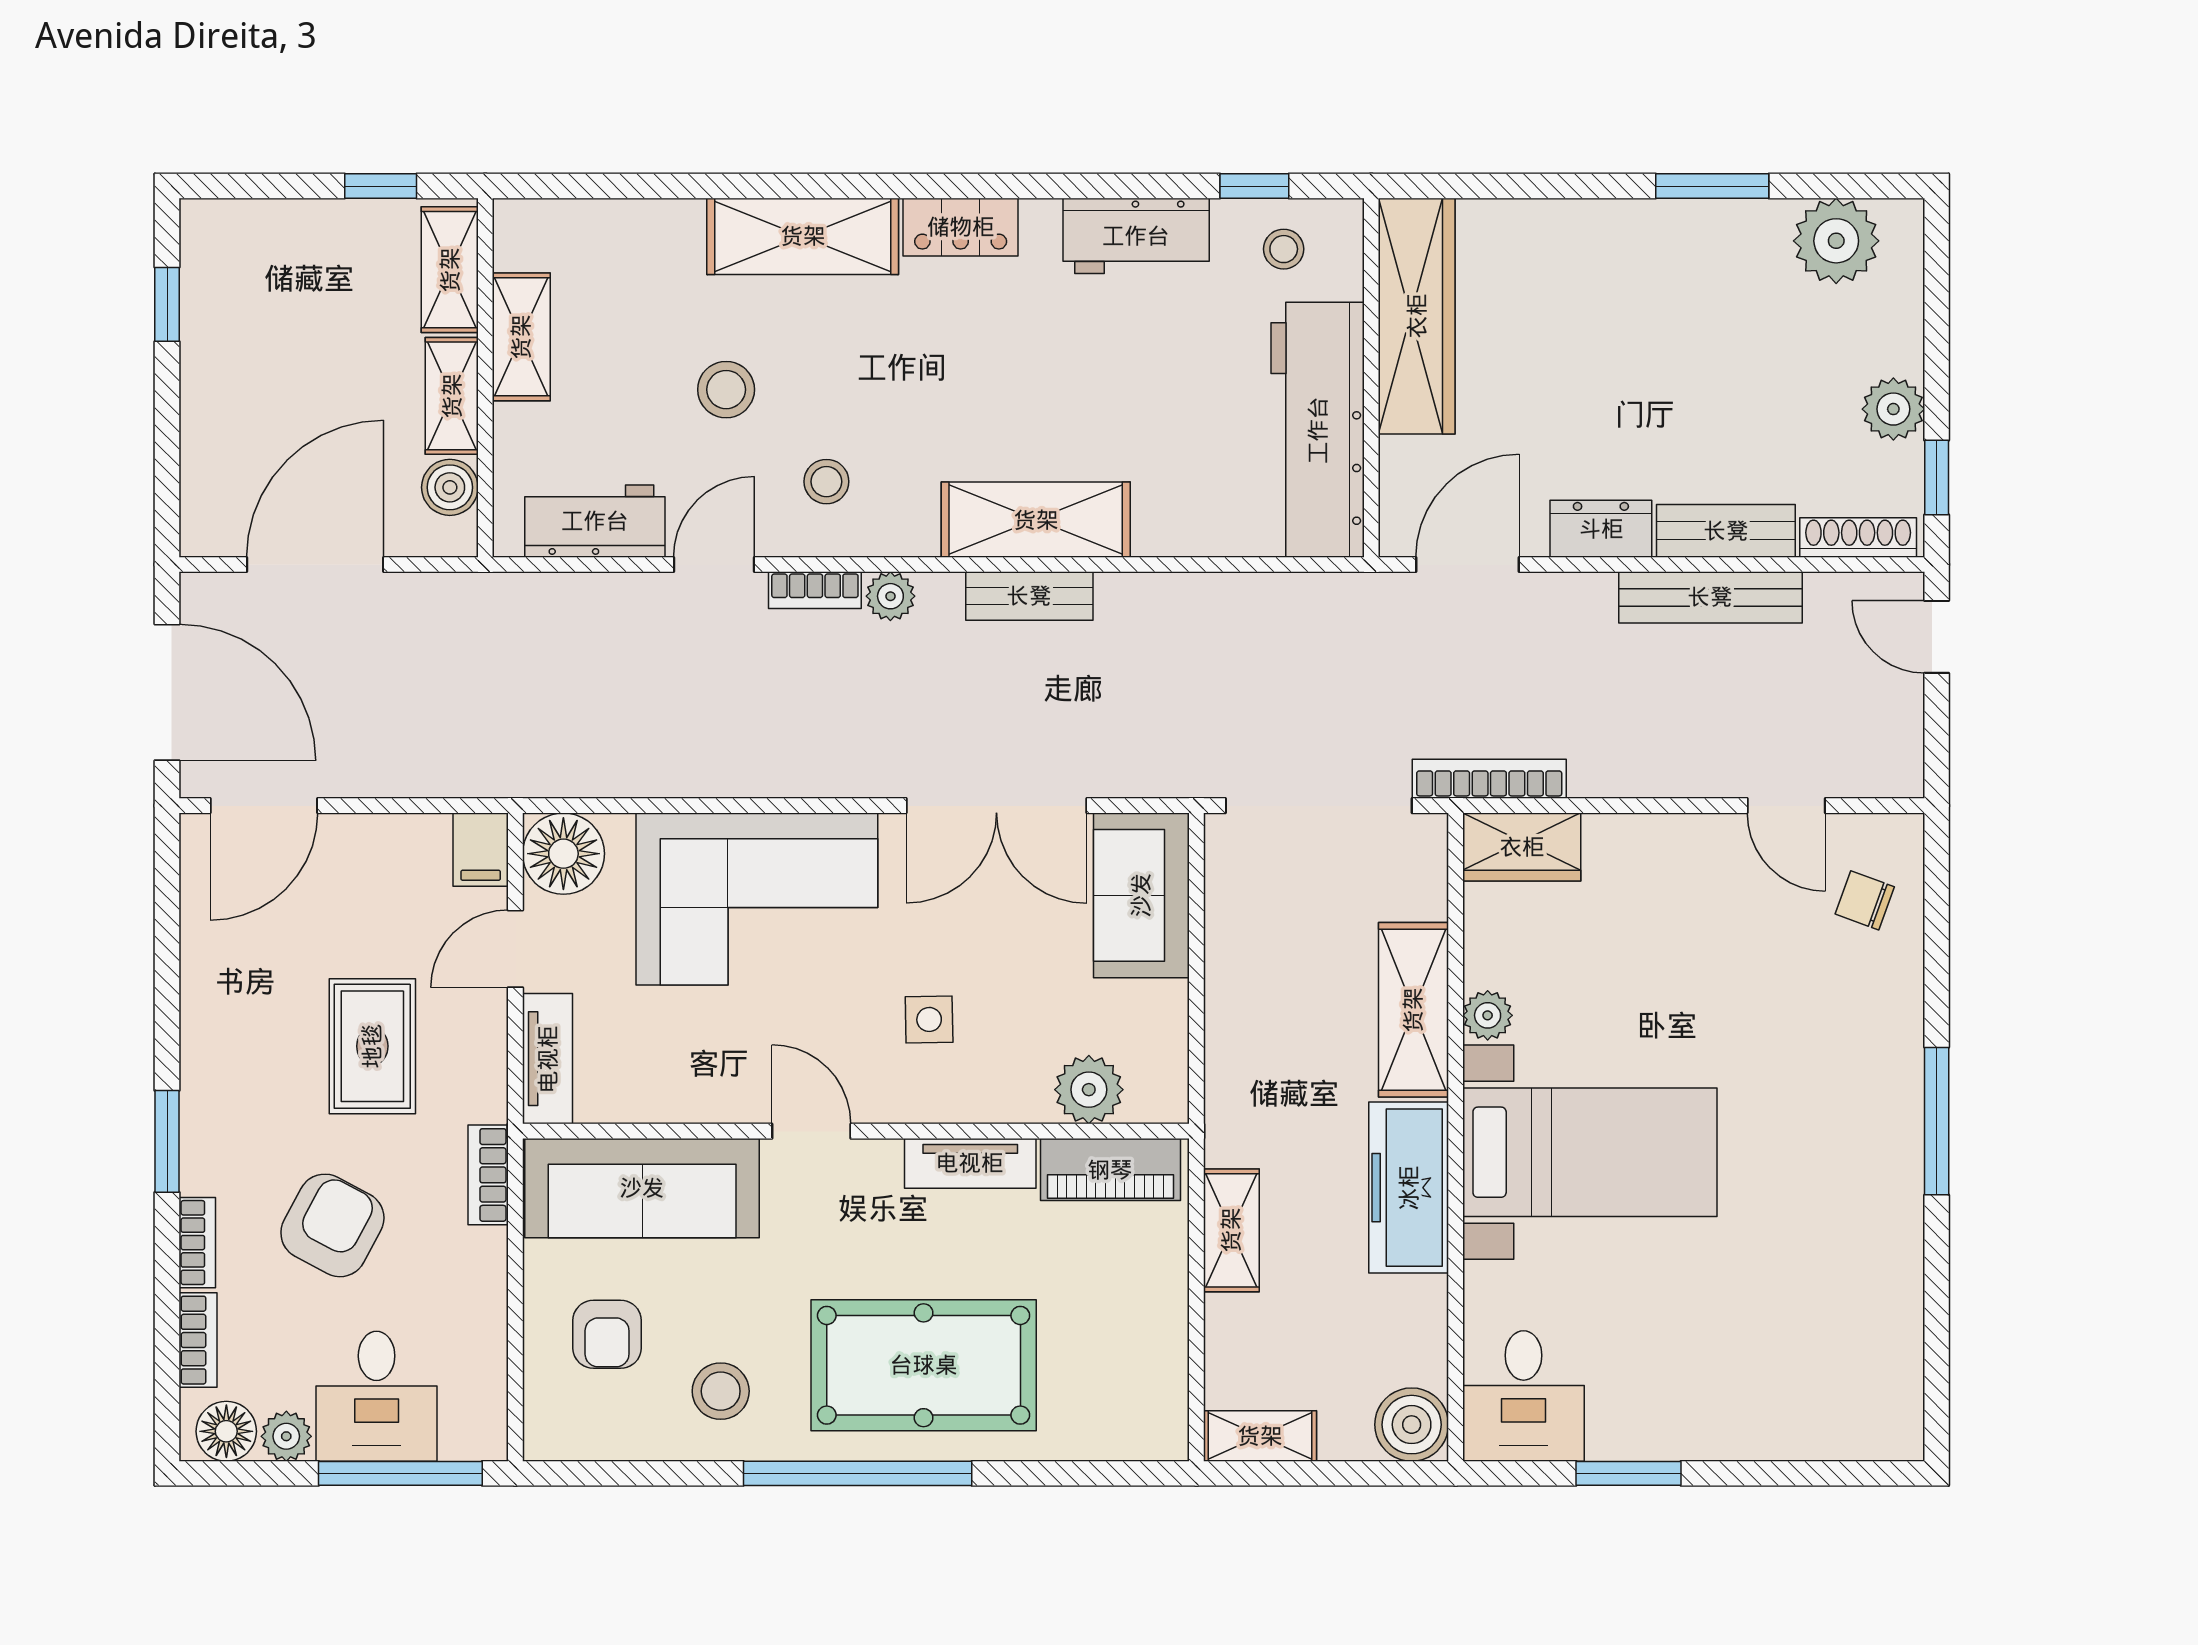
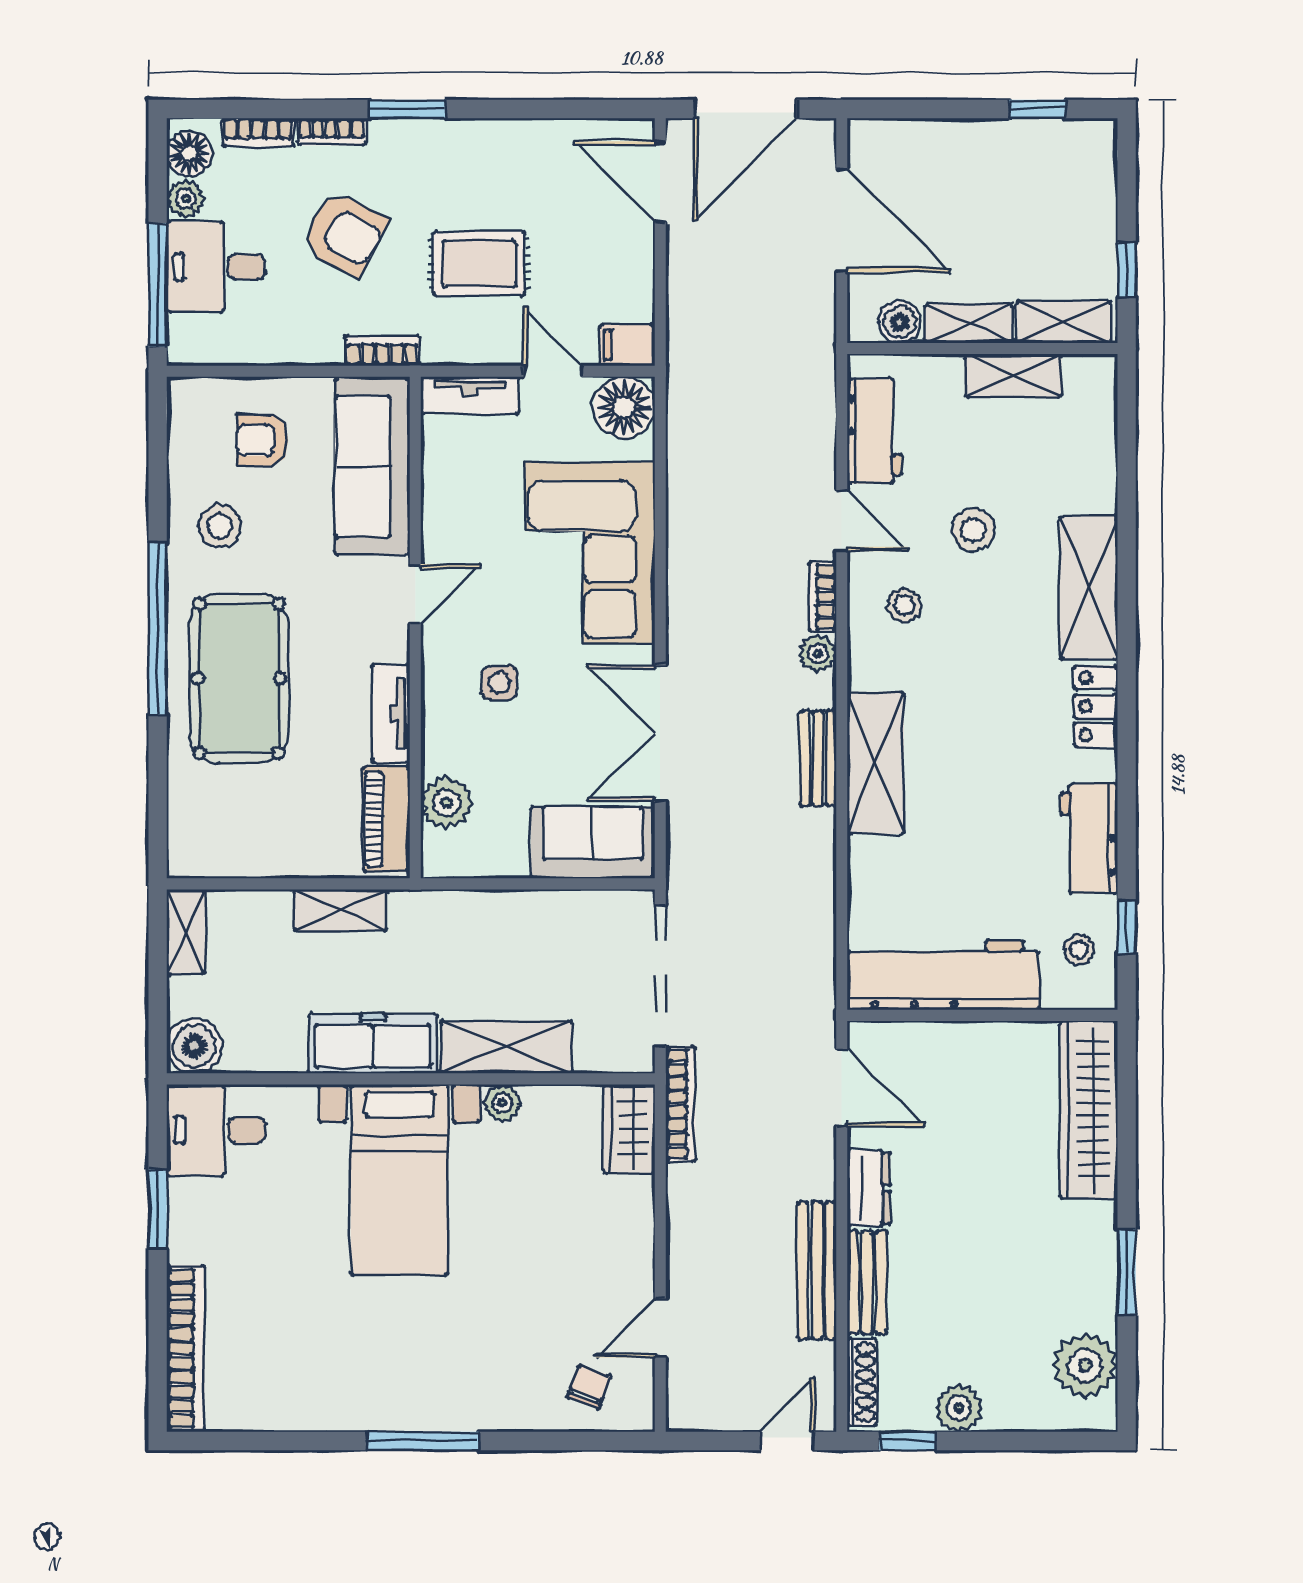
wardrobe: (1417, 316) -> (1089, 1110), moved, turned 90
bookcase: (1814, 1436) -> (186, 1348), added

